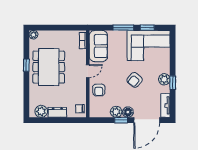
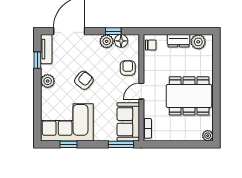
window: (123, 28) -> (121, 144), moved
window: (26, 65) -> (216, 98), removed
dining table: (49, 67) -> (189, 96), turned 90
window: (173, 83) -> (37, 60), moved
floor lamp: (128, 112) -> (121, 41), moved
window: (121, 120) -> (113, 31), moved

